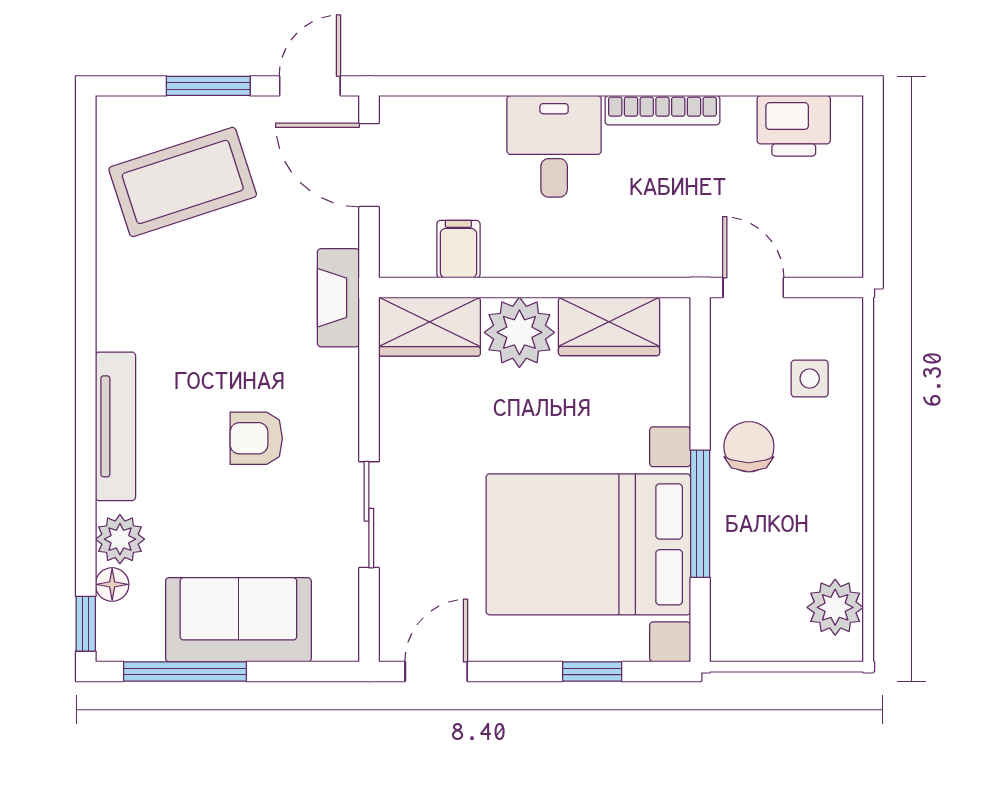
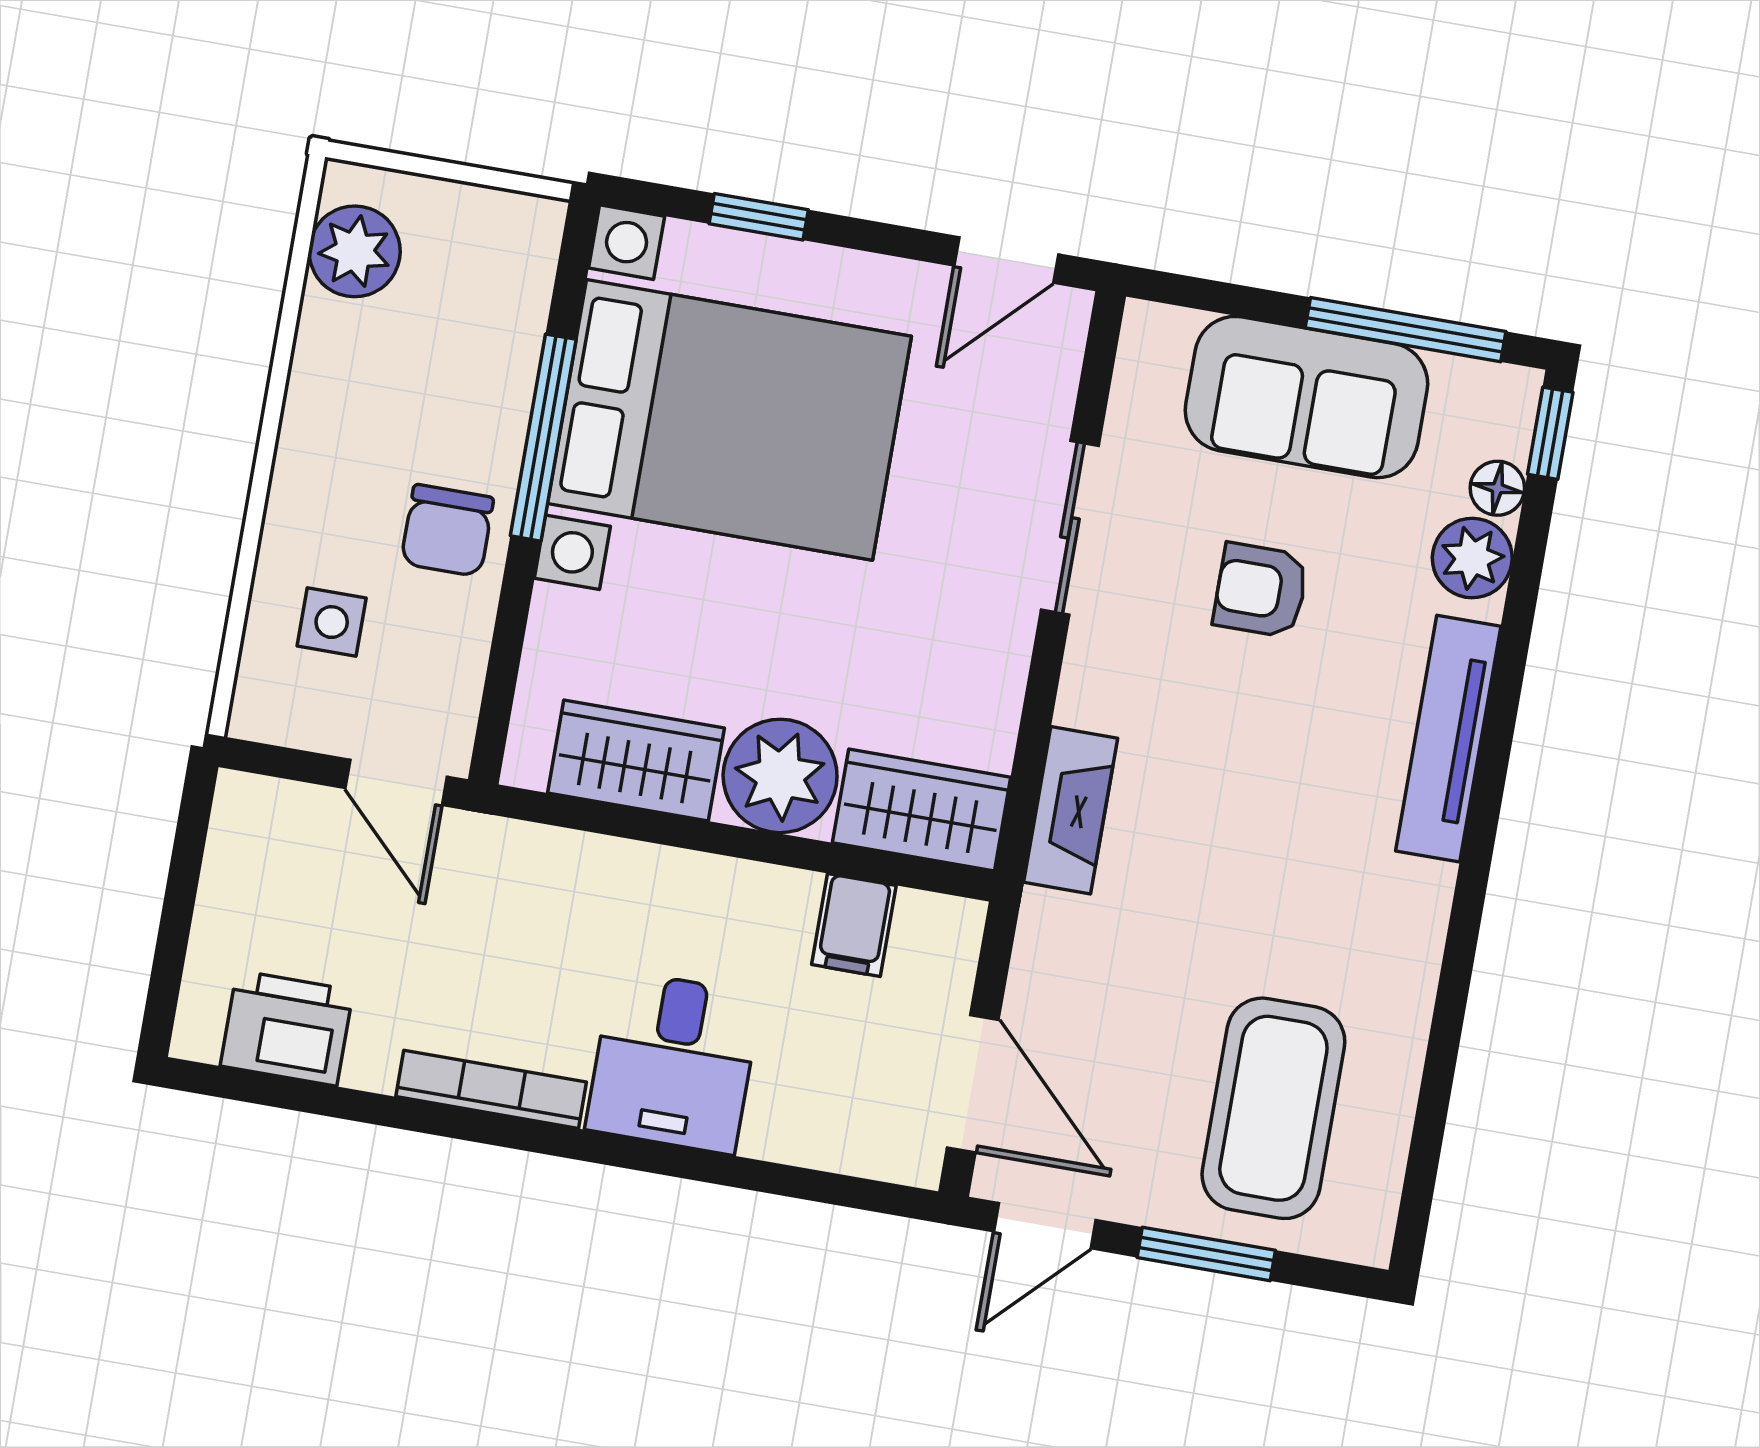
coffee table: (183, 182) -> (1273, 1108), turned -72
fireplace: (338, 298) -> (1071, 810), moved
armchair: (256, 438) -> (1261, 590), moved, turned 180

